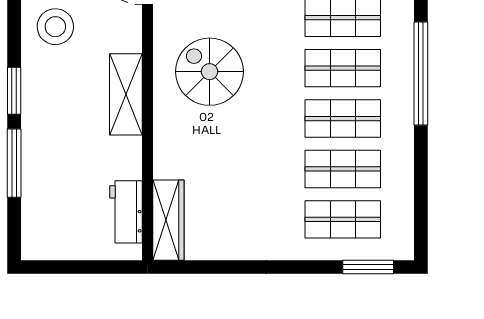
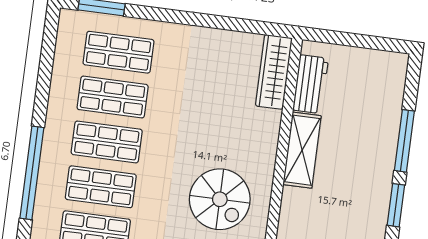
shelving: (126, 94) -> (302, 150), moved

